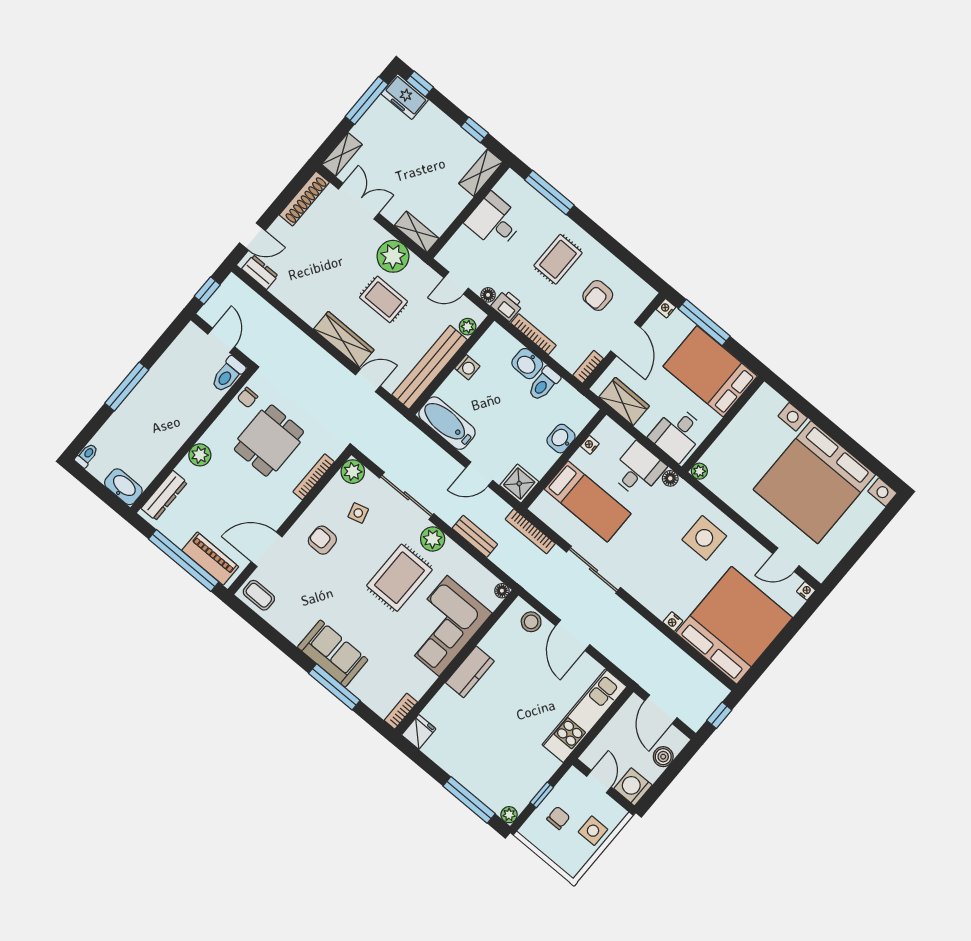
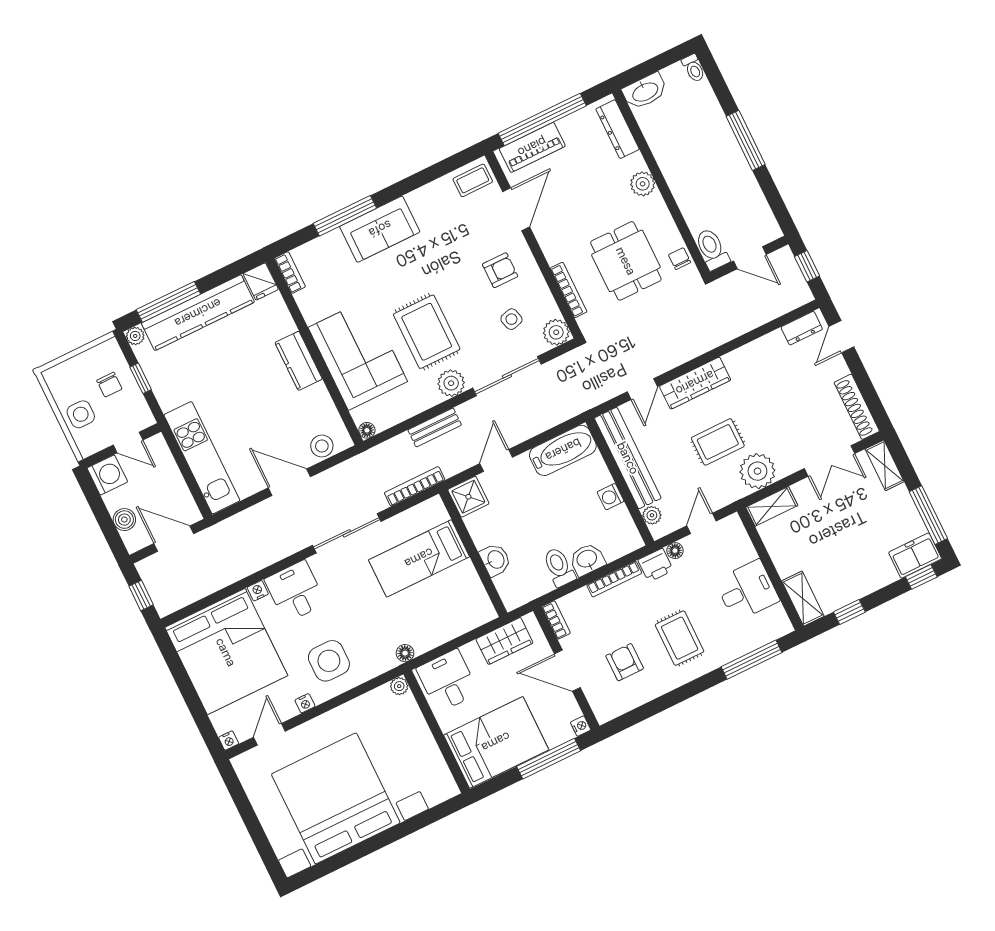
nightstand: (590, 445) -> (305, 703), moved, turned 90
desk: (638, 470) -> (295, 591), moved, turned 180
kitchen counter: (467, 772) -> (198, 313), added

